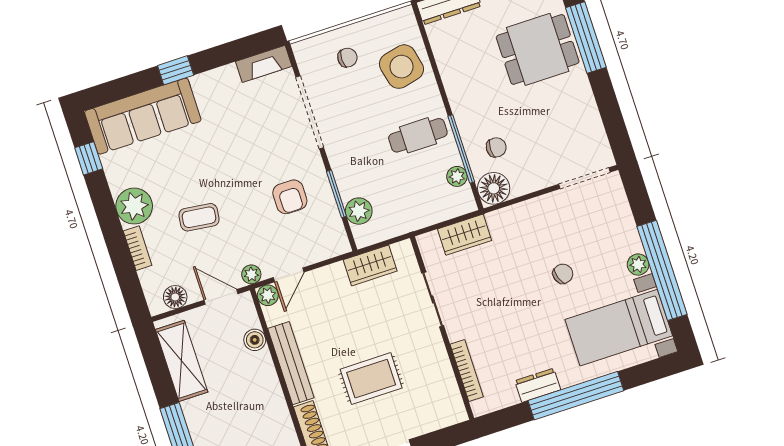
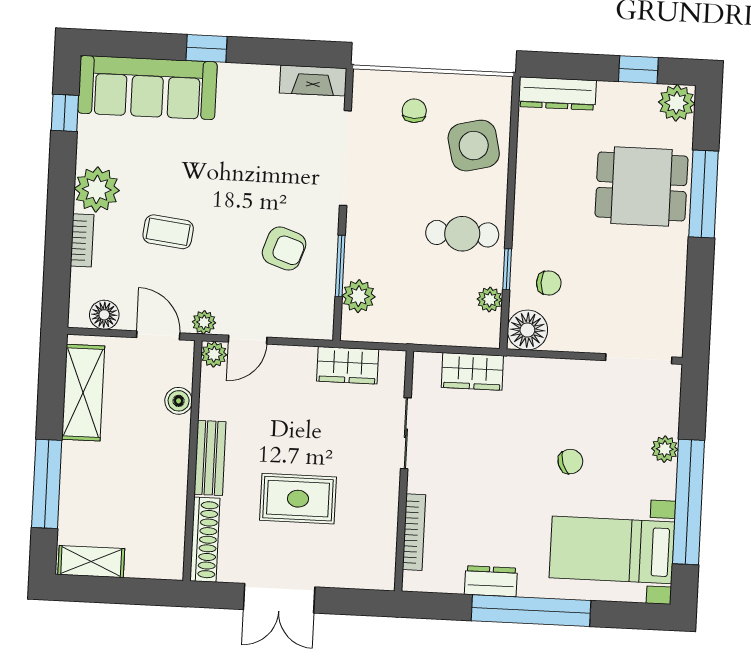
chair: (347, 58) -> (414, 111), turned -90
window: (461, 149) -> (507, 269), width x0.46
armchair: (290, 197) -> (284, 249), turned -71
plant: (638, 265) -> (665, 449), moved
bench: (291, 363) -> (210, 458), width x0.73

